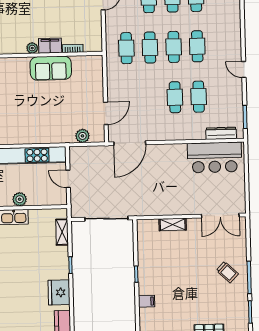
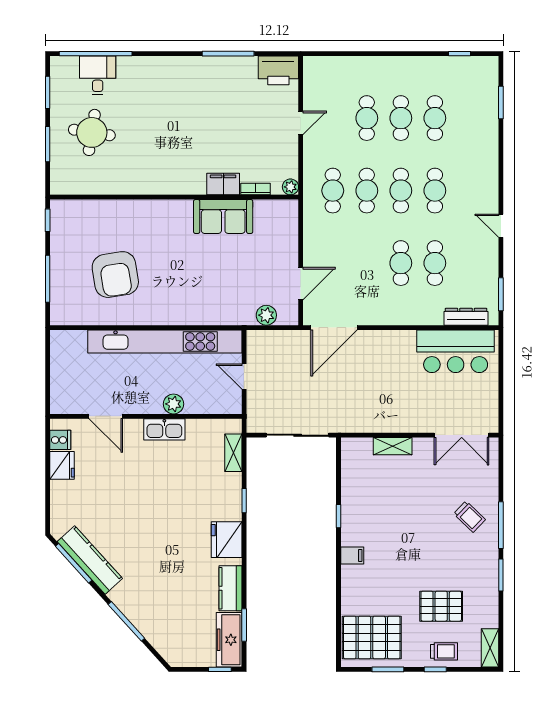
plant: (32, 48) -> (290, 187), moved

